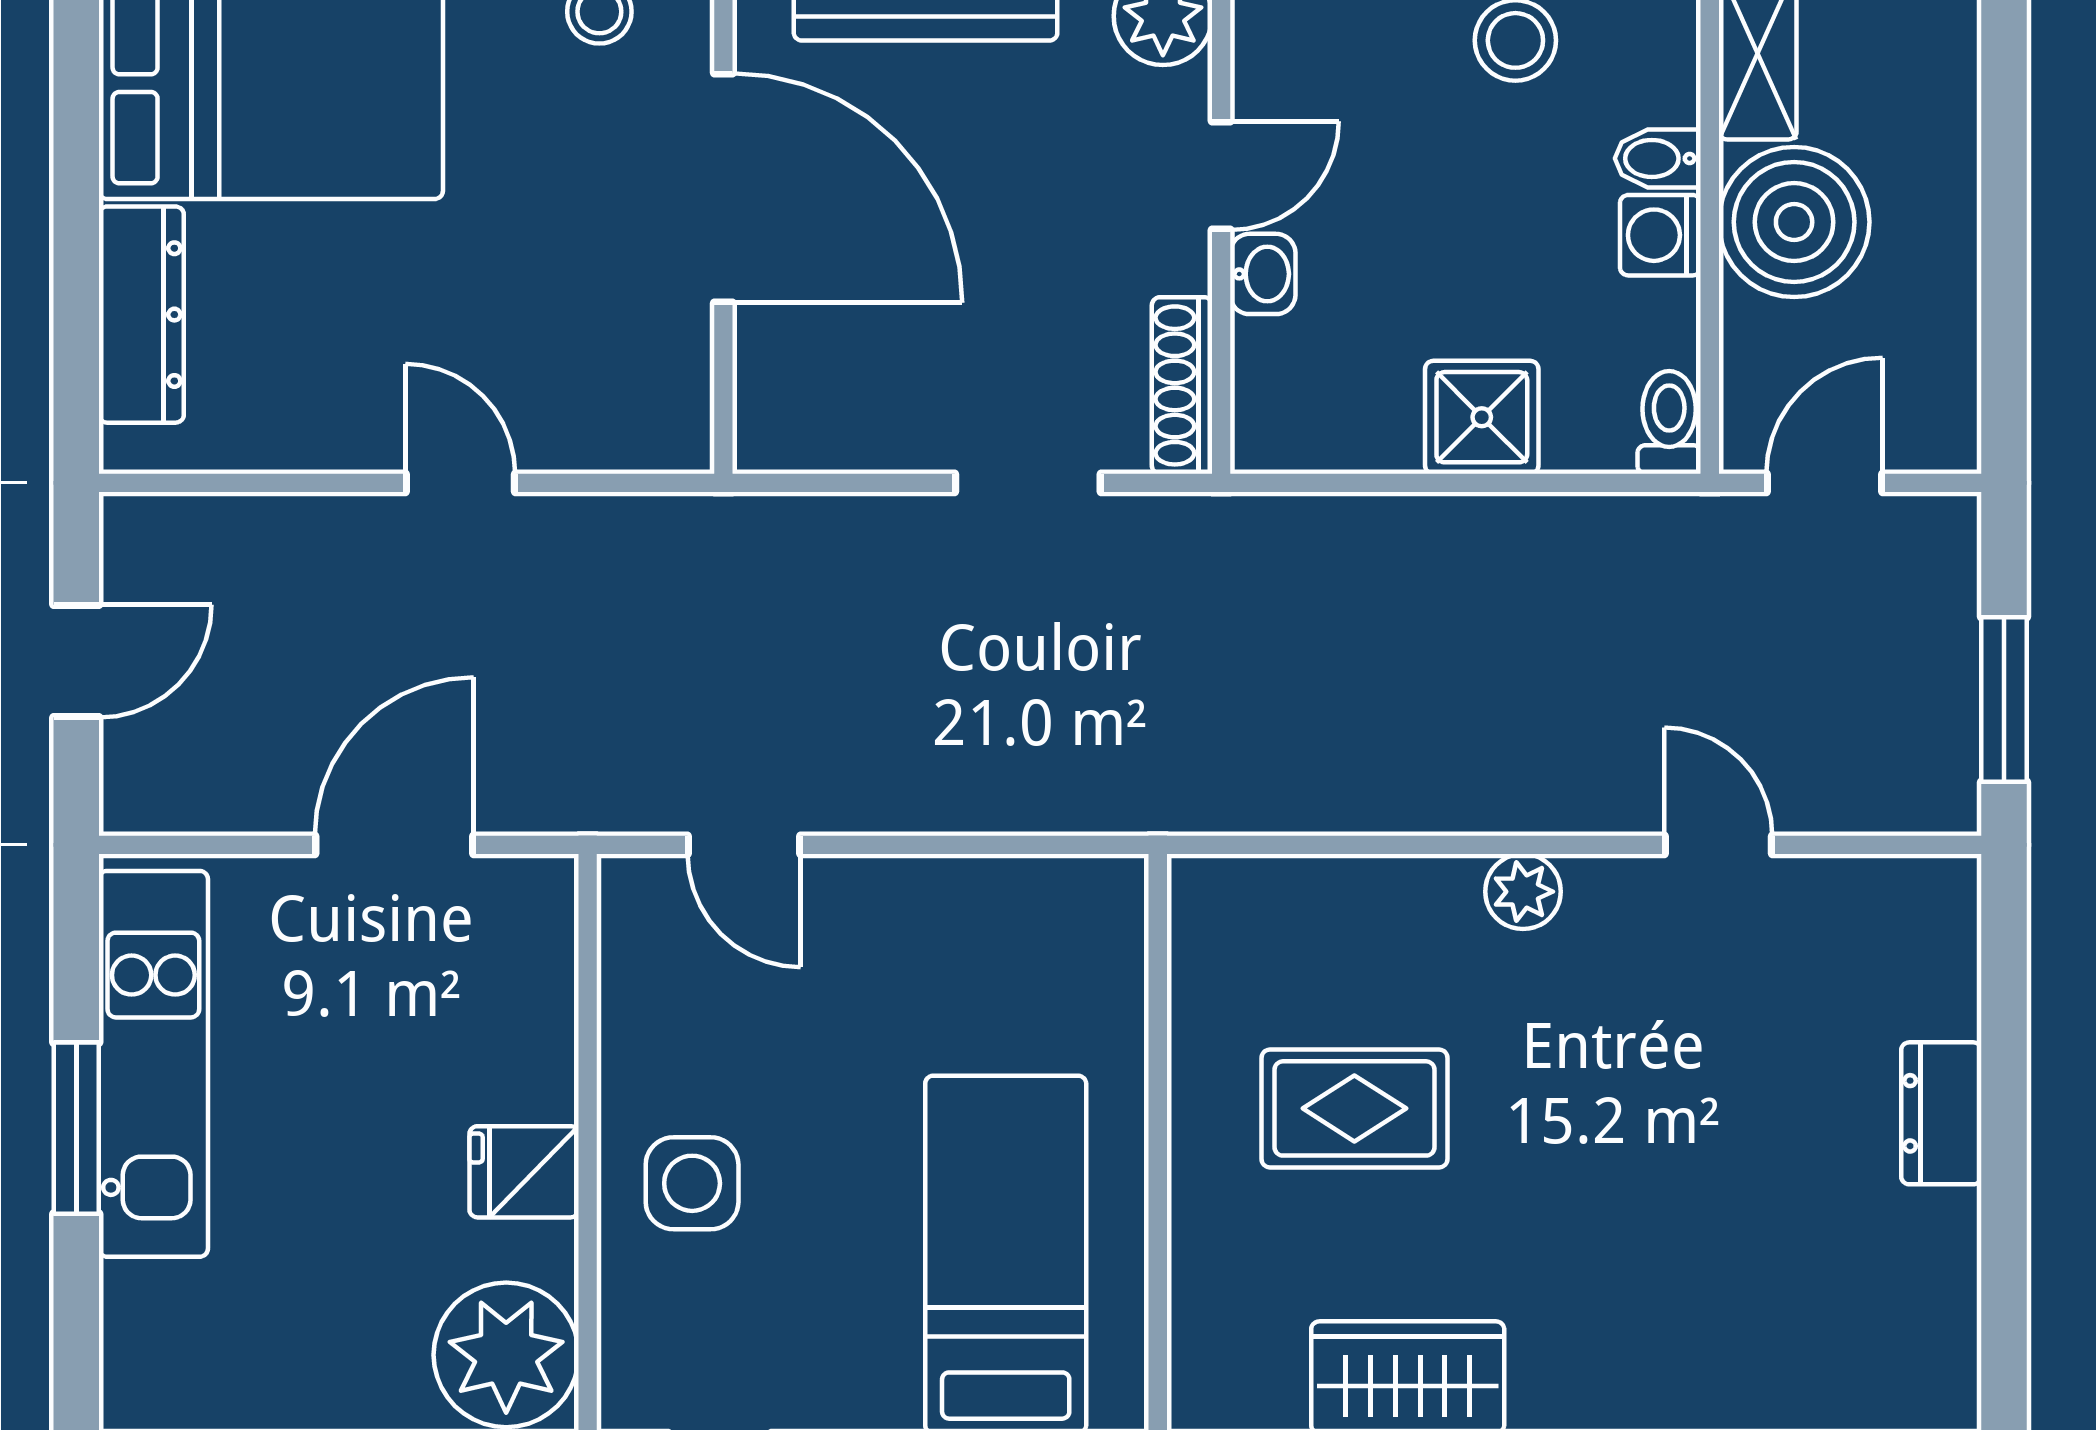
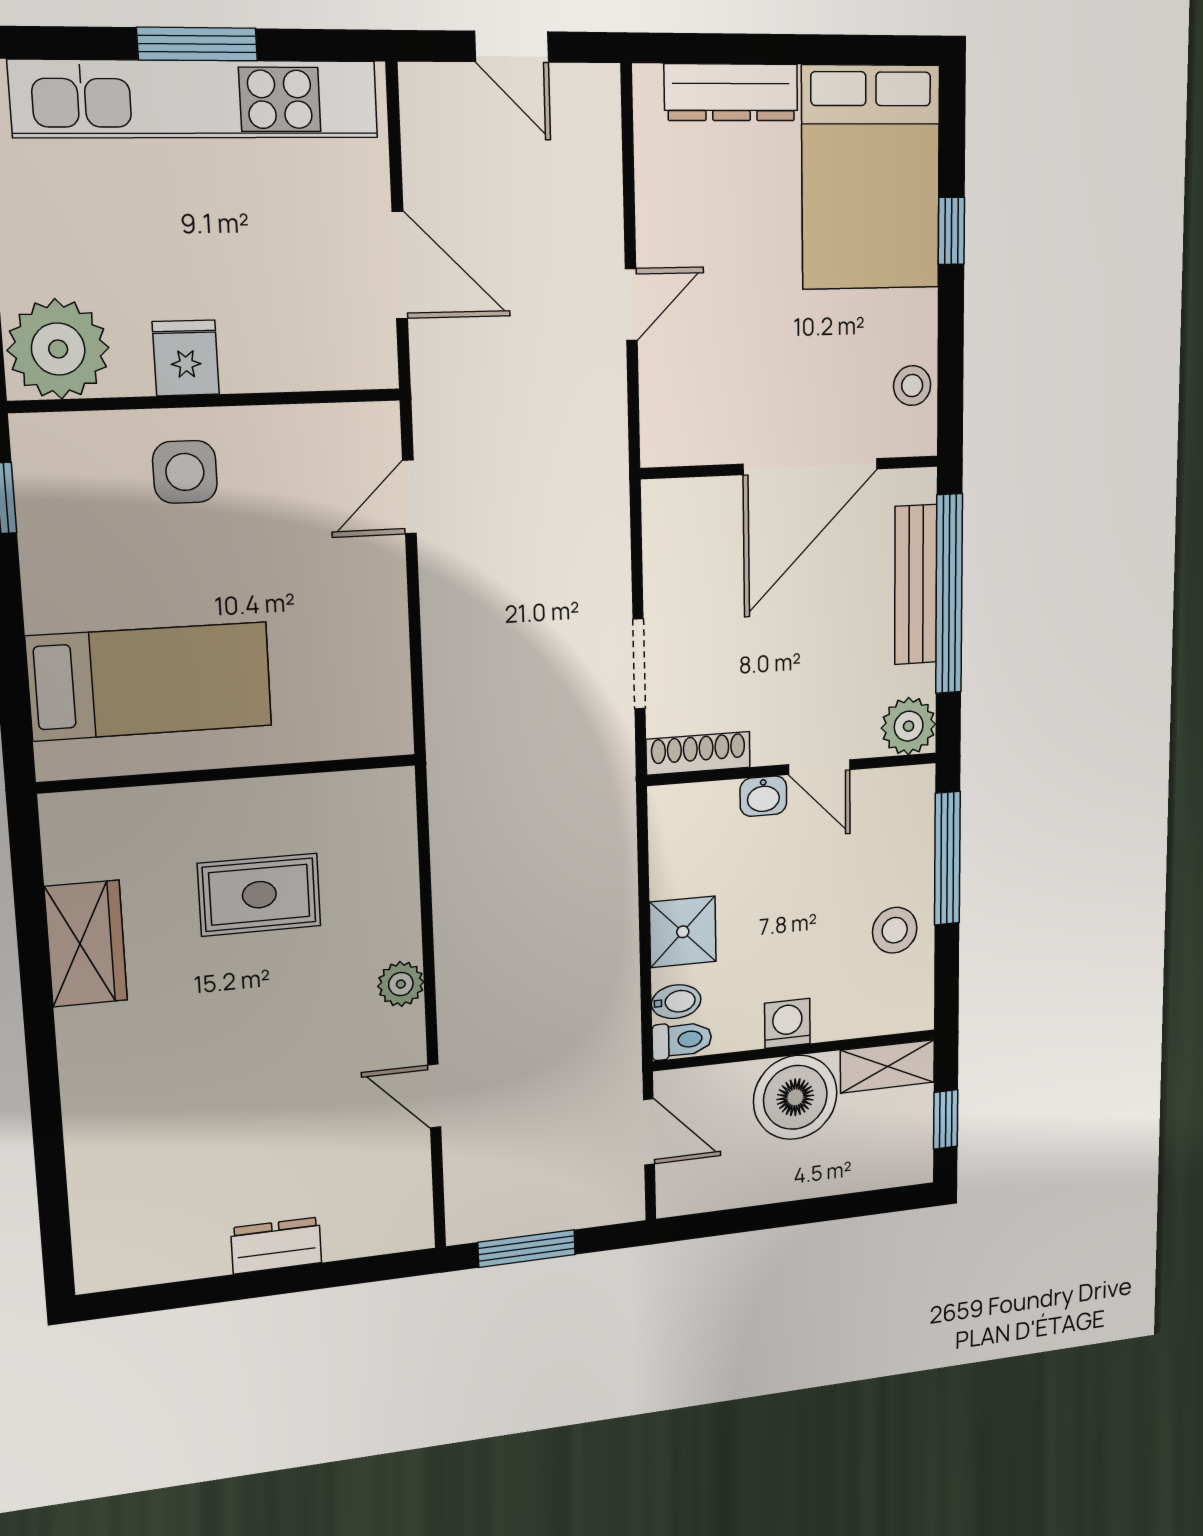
bidet: (1658, 158) -> (676, 1002), moved, turned 90
door: (1718, 845) -> (434, 1096), swing flipped
kitchen unit: (153, 1064) -> (196, 99), width x1.36
rug: (1354, 1108) -> (259, 895), turned 90

